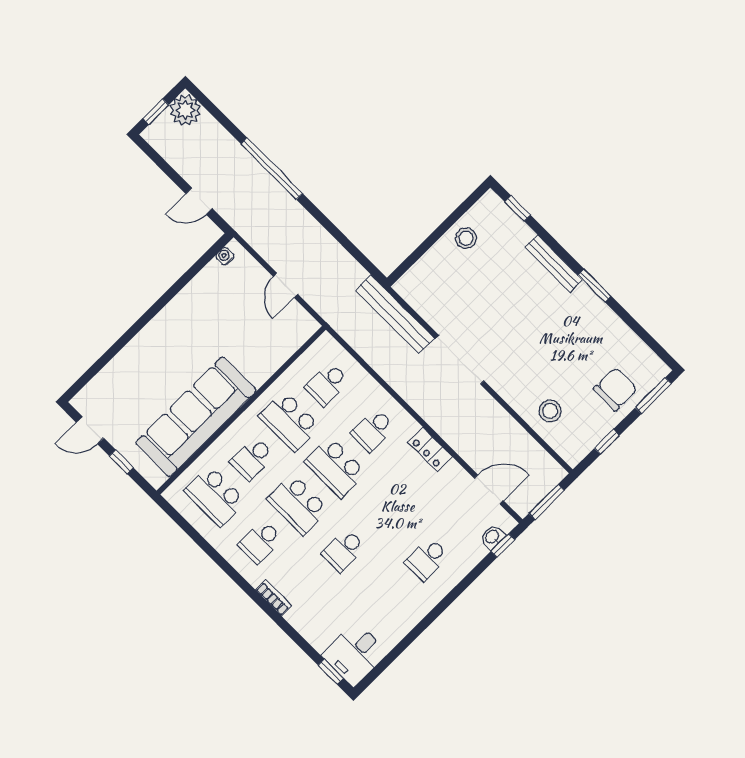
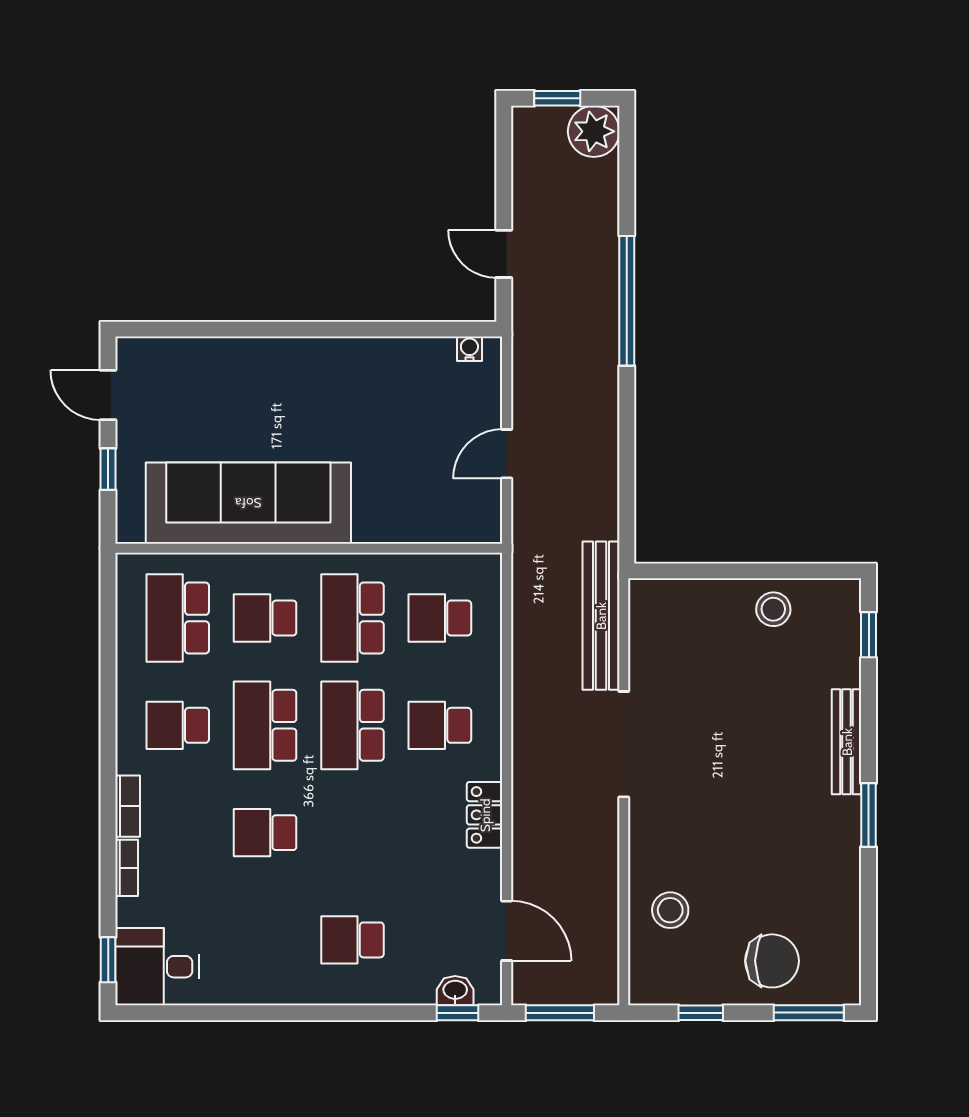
bookcase: (300, 625) -> (127, 868), added

